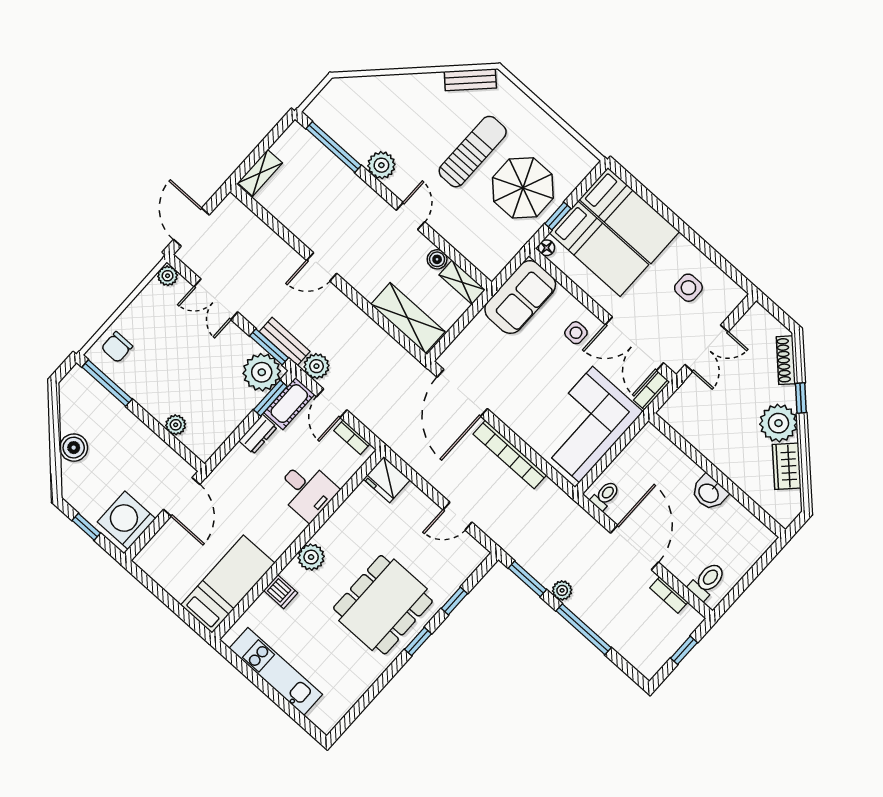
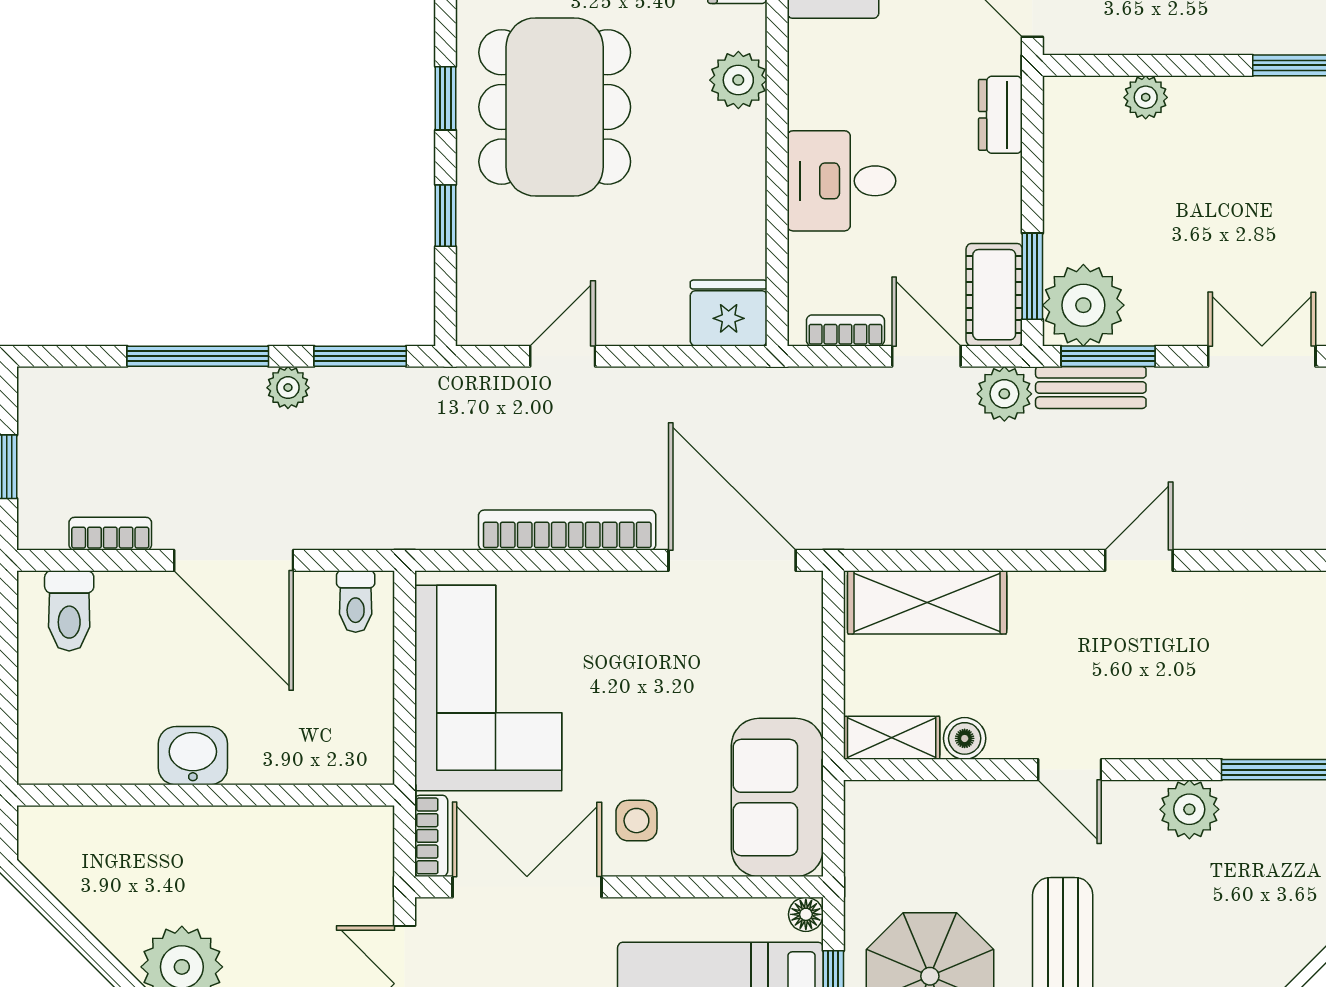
dresser: (258, 434) -> (1000, 115), moved
wardrobe: (787, 466) -> (107, 910), removed

